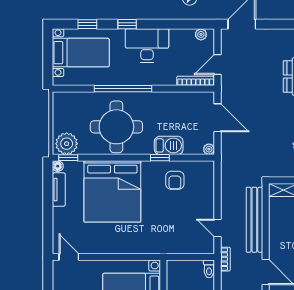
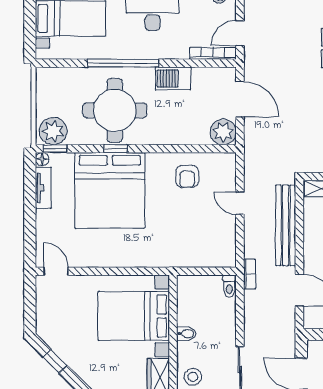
barbecue: (169, 145) -> (173, 78), moved, turned 180
plant: (209, 149) -> (223, 132), width x1.88, depth x1.88
window: (160, 158) -> (115, 149), moved
door: (218, 228) -> (240, 203), moved

